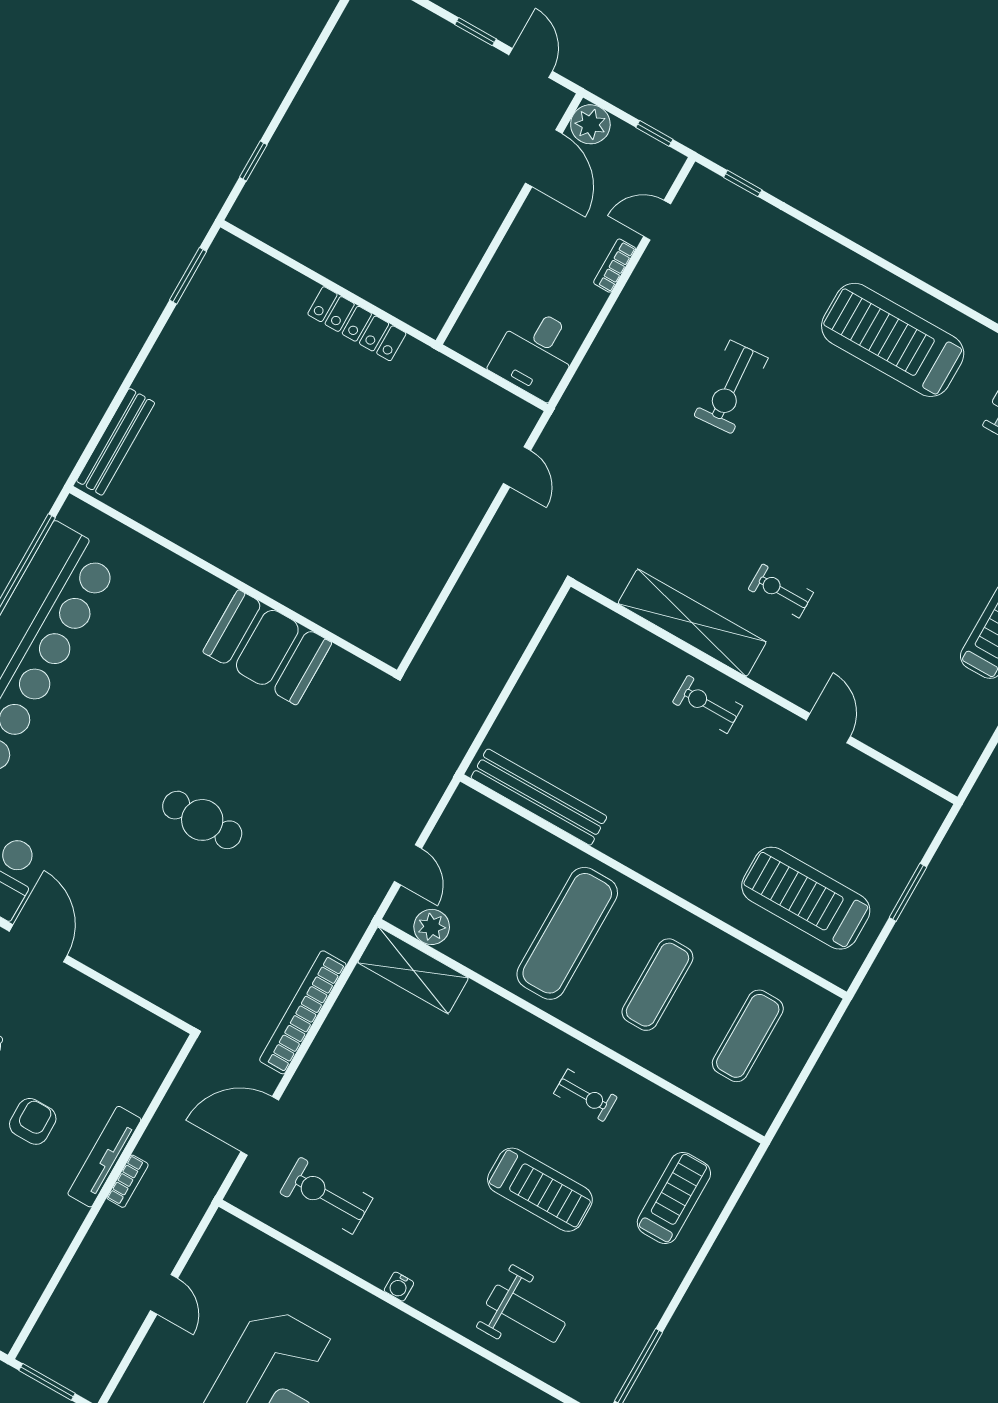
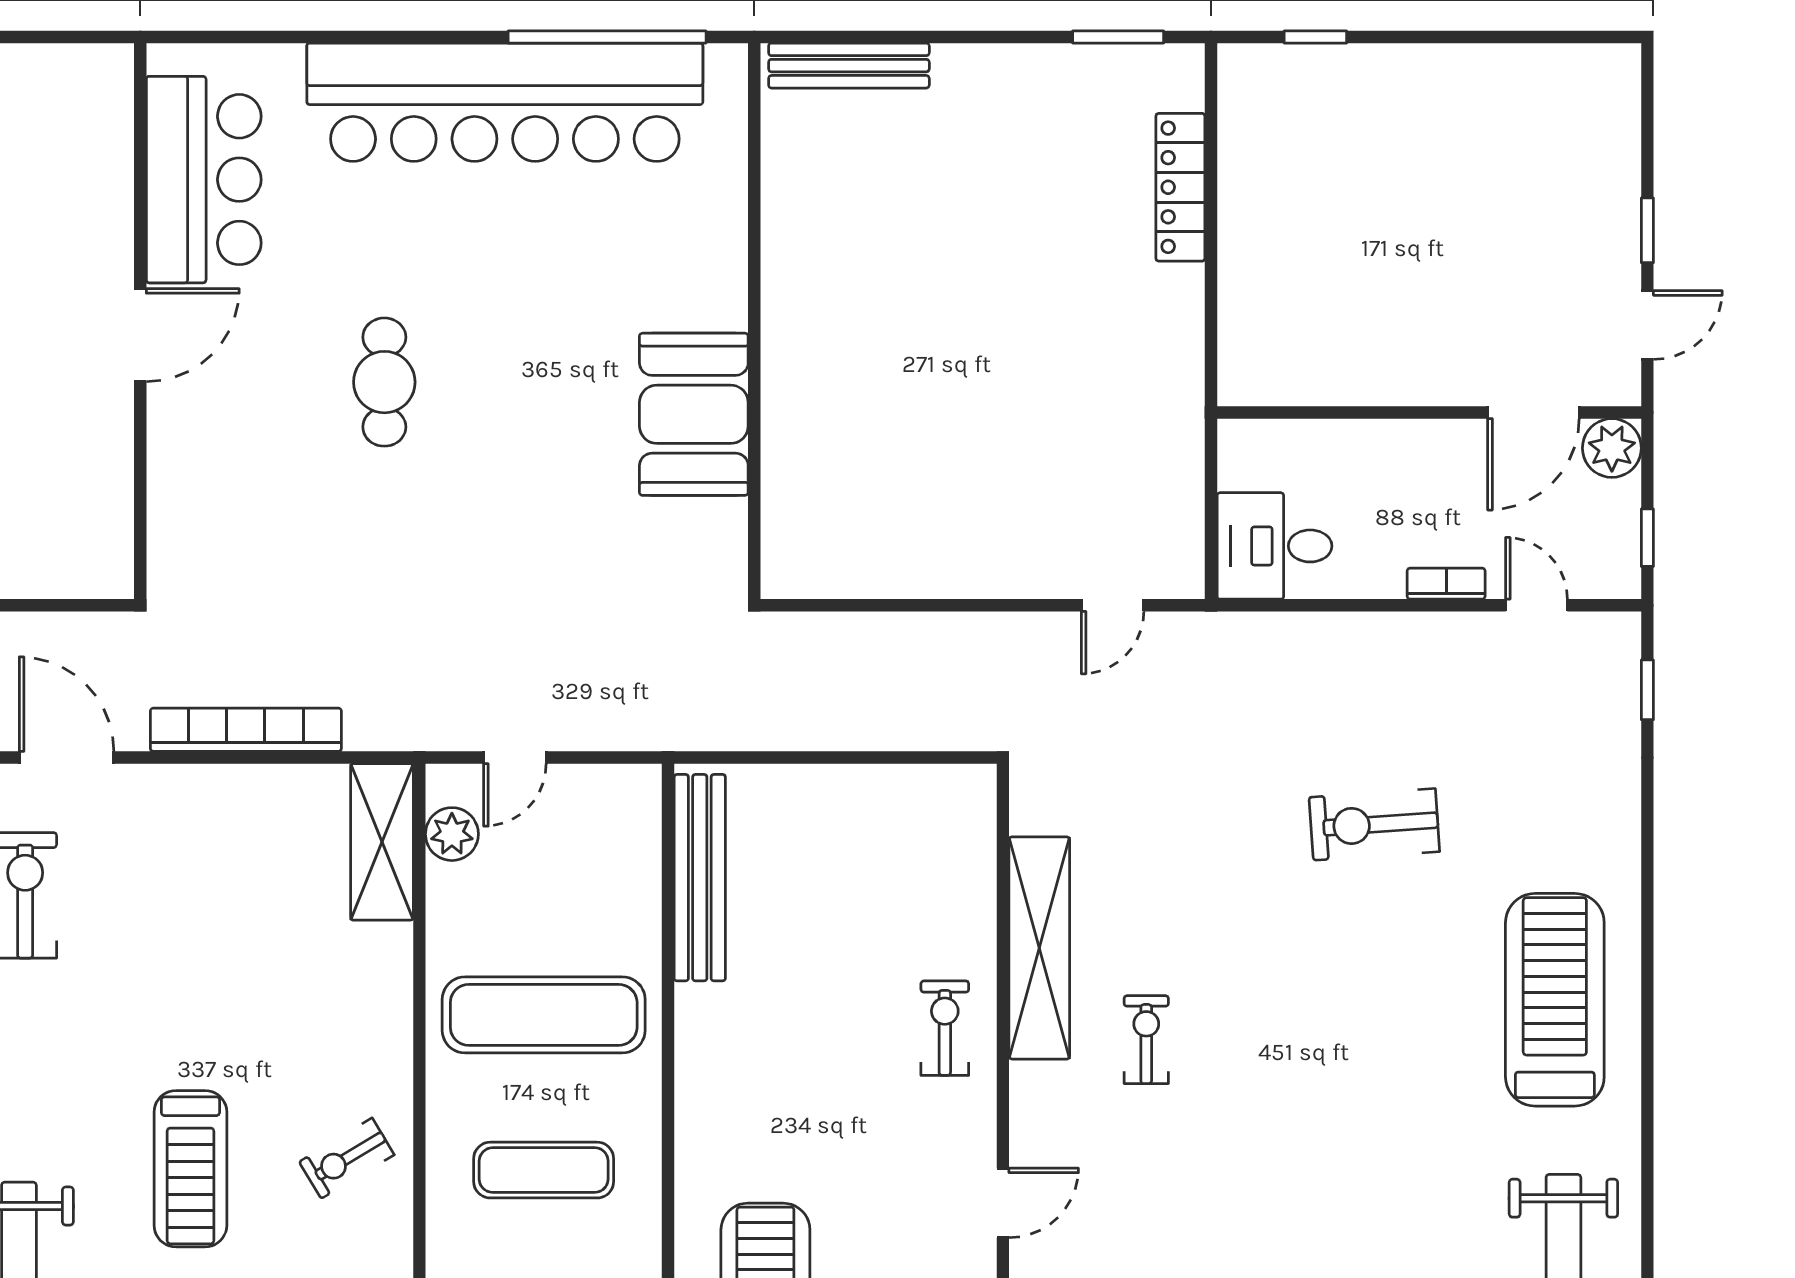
locker: (357, 324) -> (1180, 187), moved
cafe table: (202, 820) -> (384, 382), moved
exercise bike: (586, 1095) -> (347, 1158), turned 59

